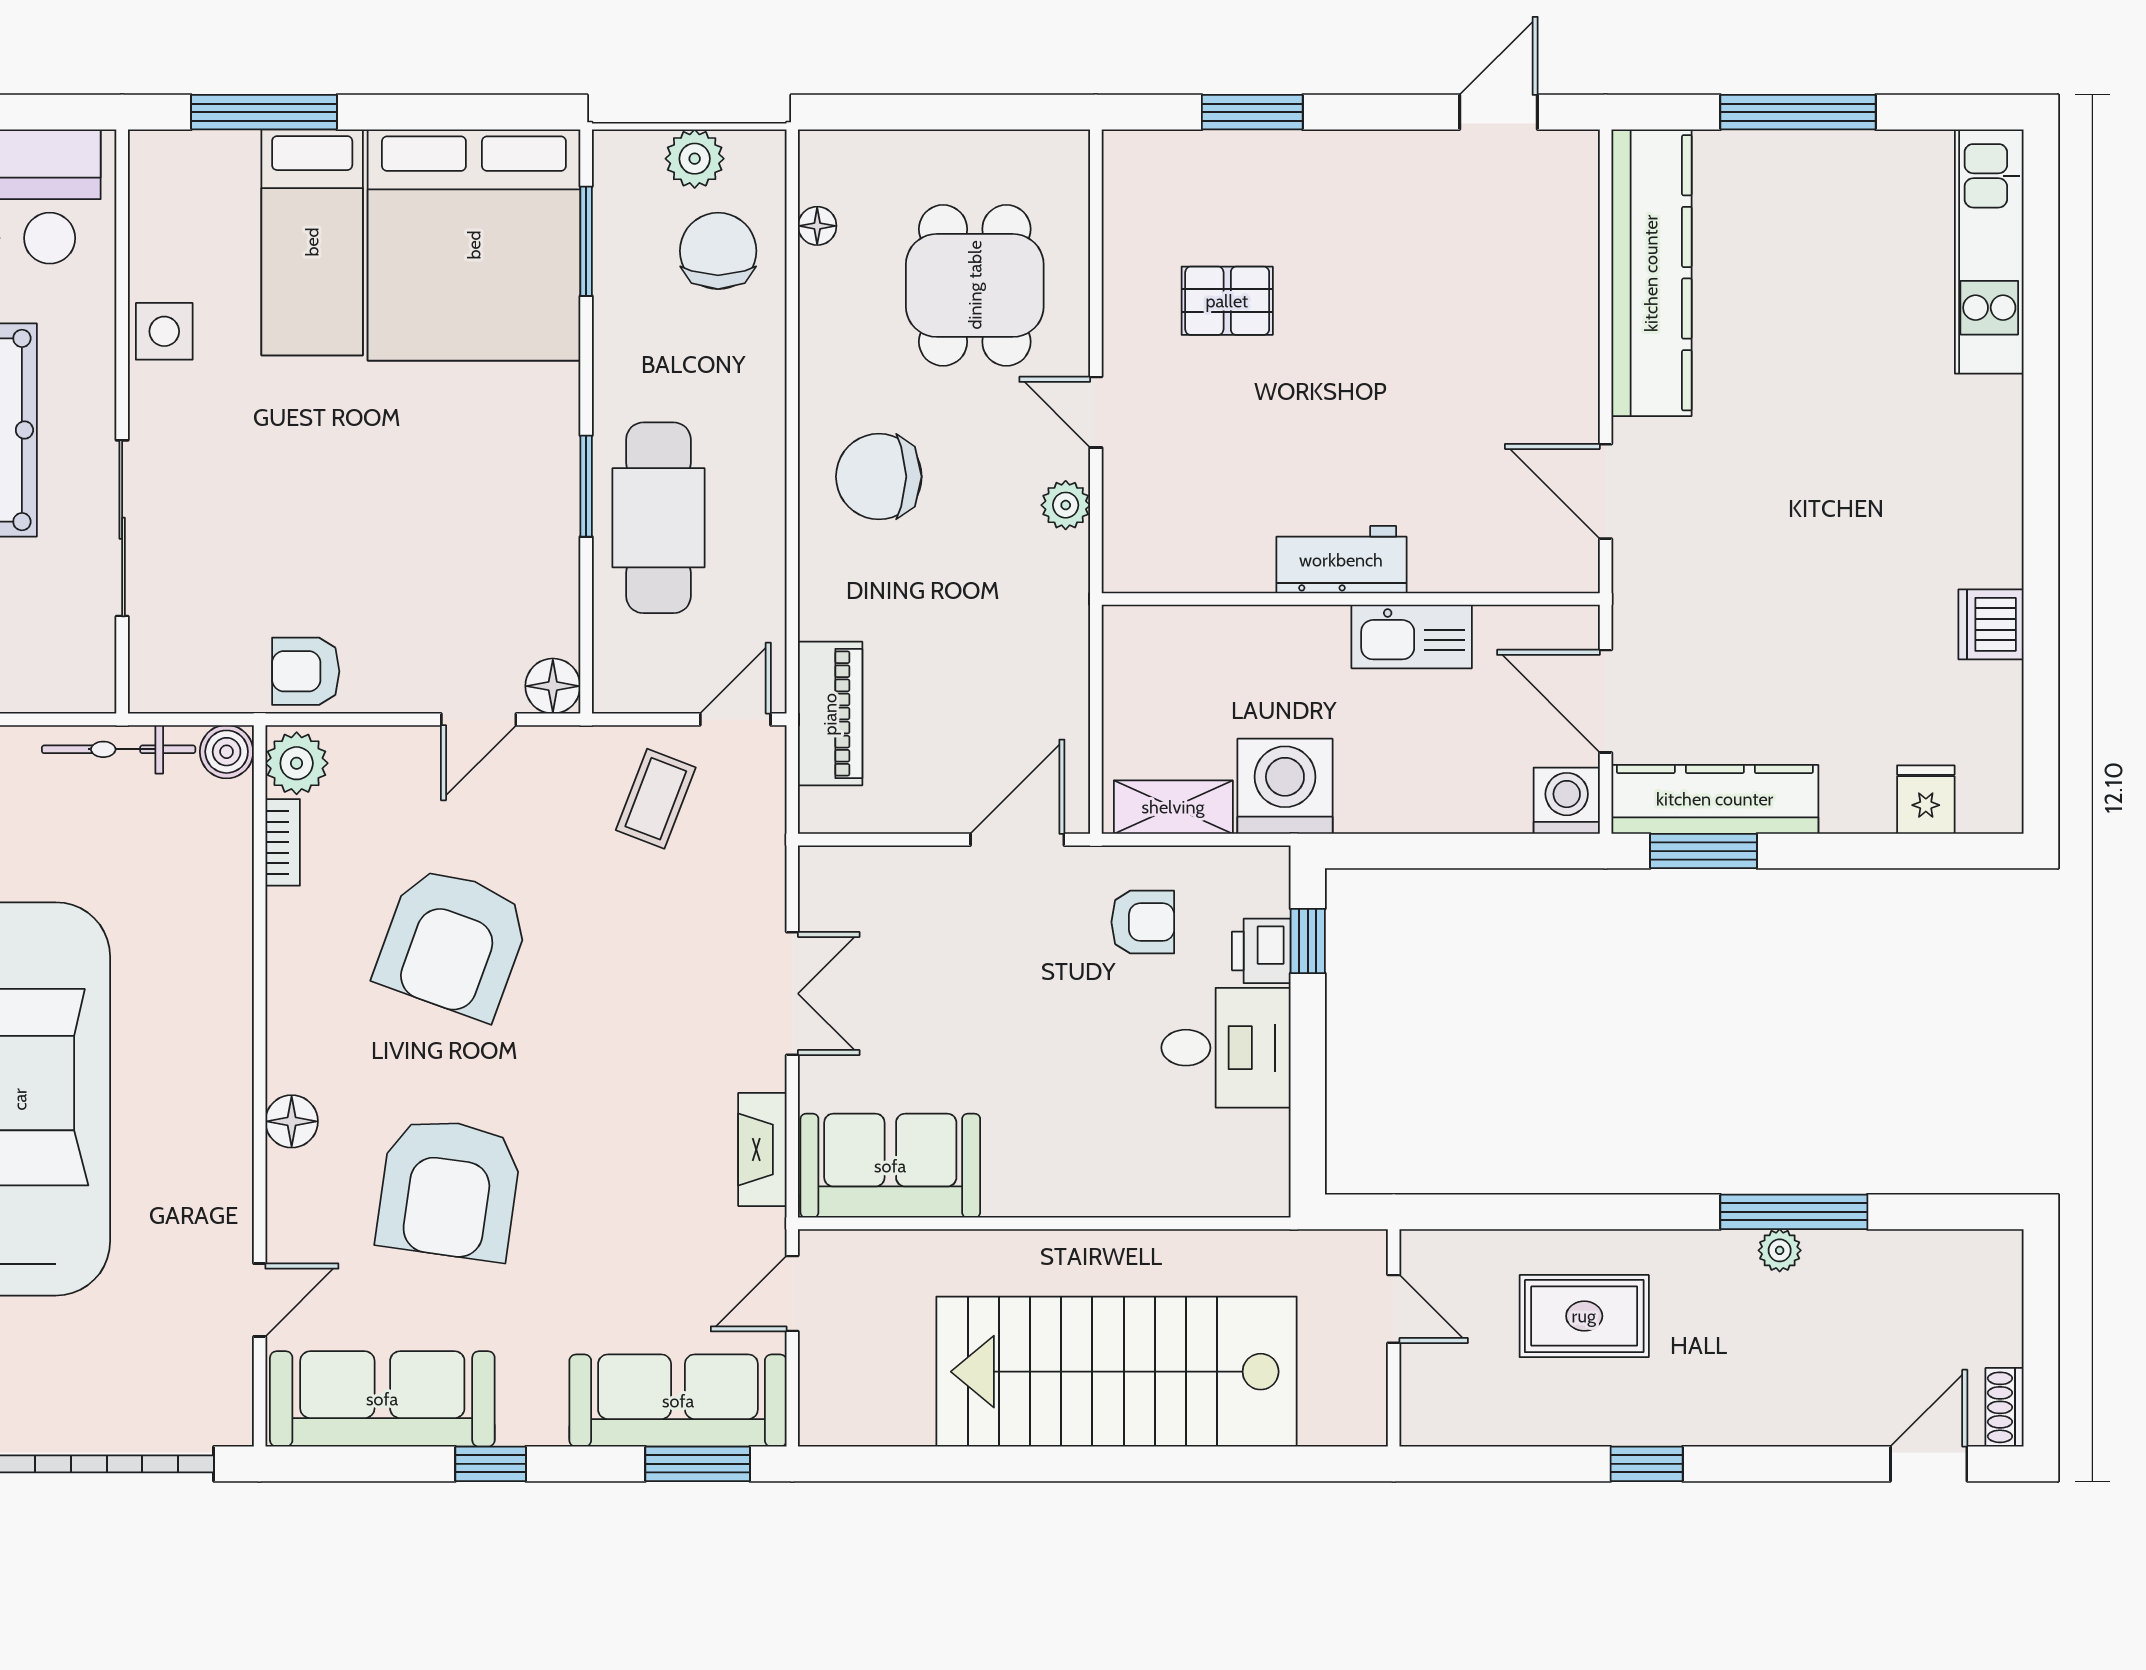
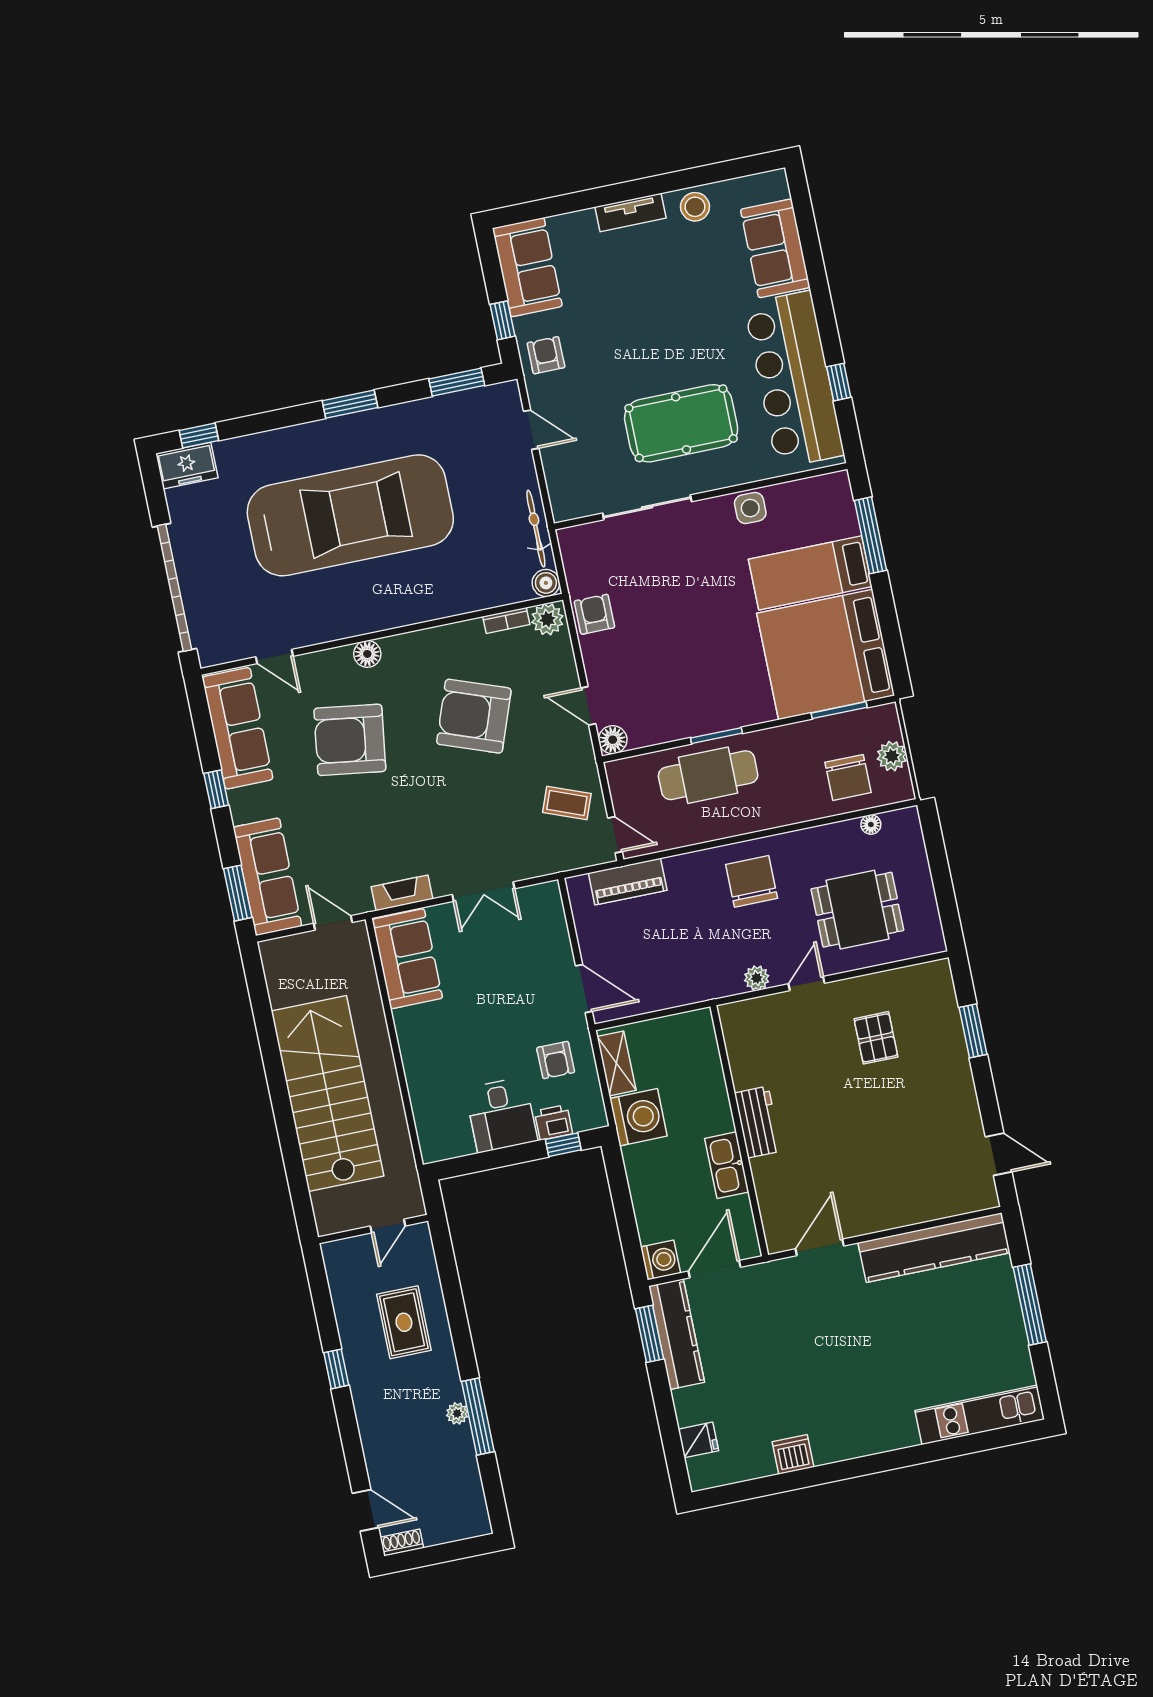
chair: (718, 251) -> (848, 777), turned 90

